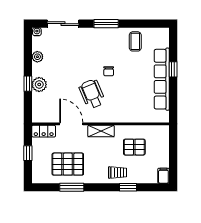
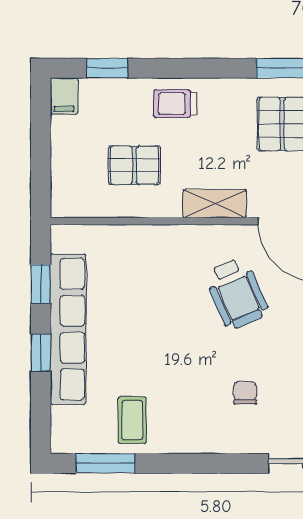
window: (106, 24) -> (105, 463), moved
chair: (109, 71) -> (245, 393), moved
window: (173, 98) -> (41, 284), added
window: (128, 187) -> (107, 68), moved

